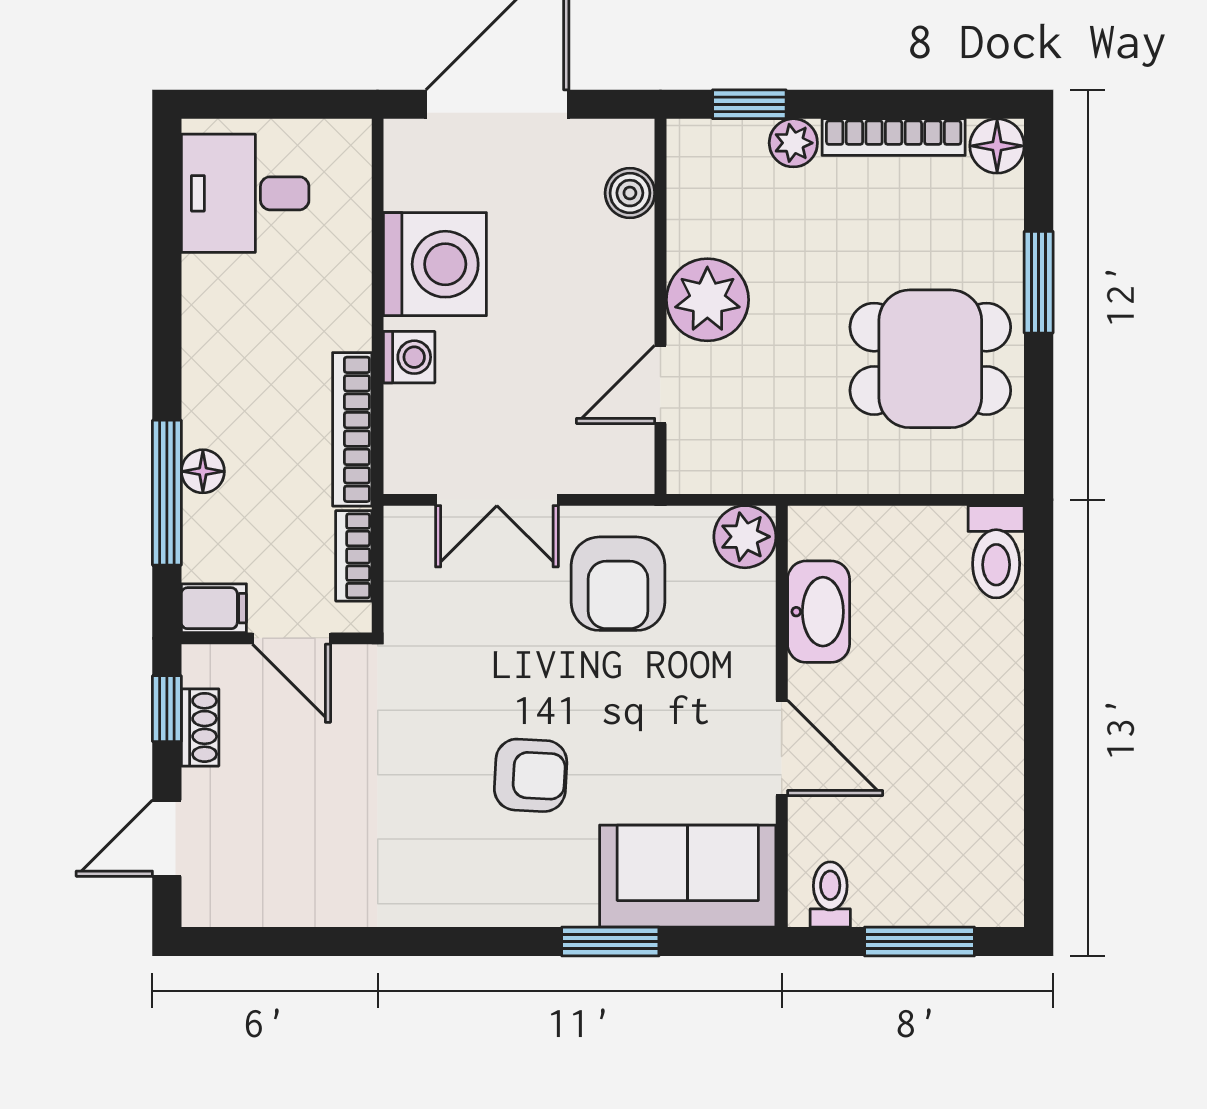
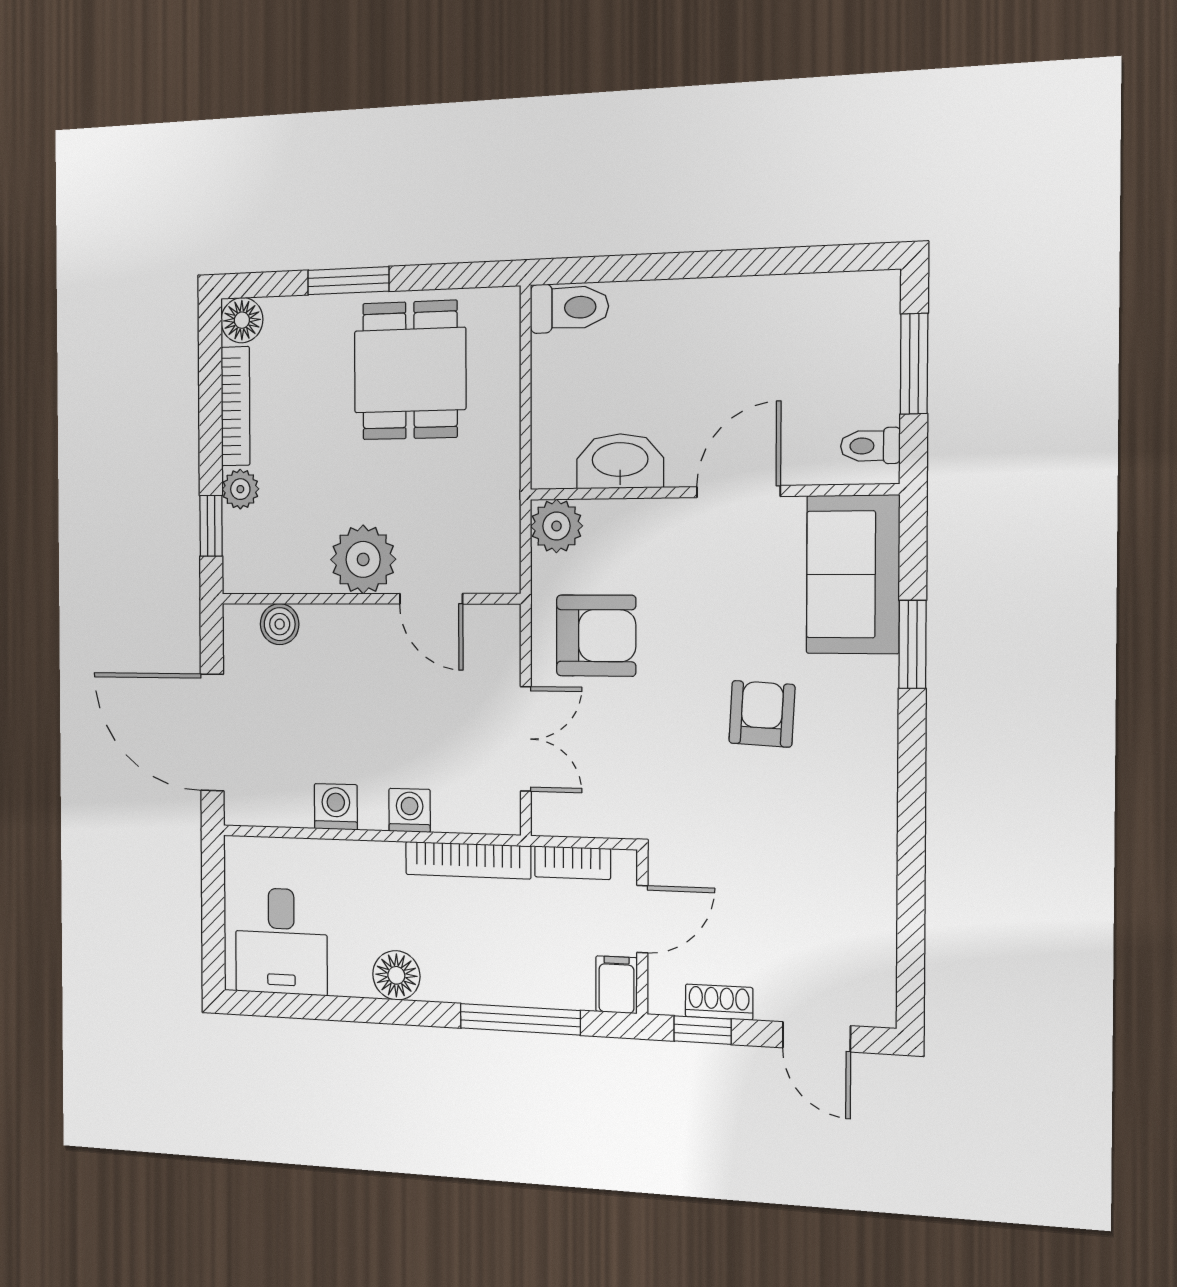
washing machine: (435, 264) -> (336, 807), width x0.53, depth x0.53
floor lamp: (203, 471) -> (396, 975), moved, width x1.37, depth x1.37

